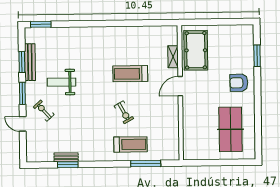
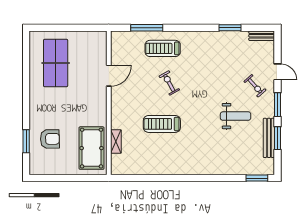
treadmill: (130, 74) -> (162, 124), turned 180
armchair: (239, 83) -> (50, 139), moved
door: (180, 86) -> (109, 76), moved
bench: (66, 157) -> (262, 36), moved

